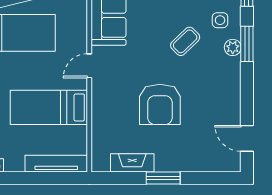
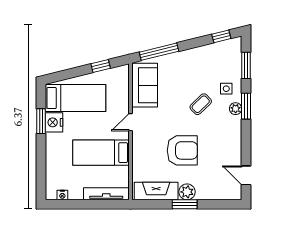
armchair: (160, 104) -> (182, 150), turned -90
plant: (166, 161) -> (187, 192), added
fireplace: (132, 163) -> (156, 191), width x1.37, depth x1.32

